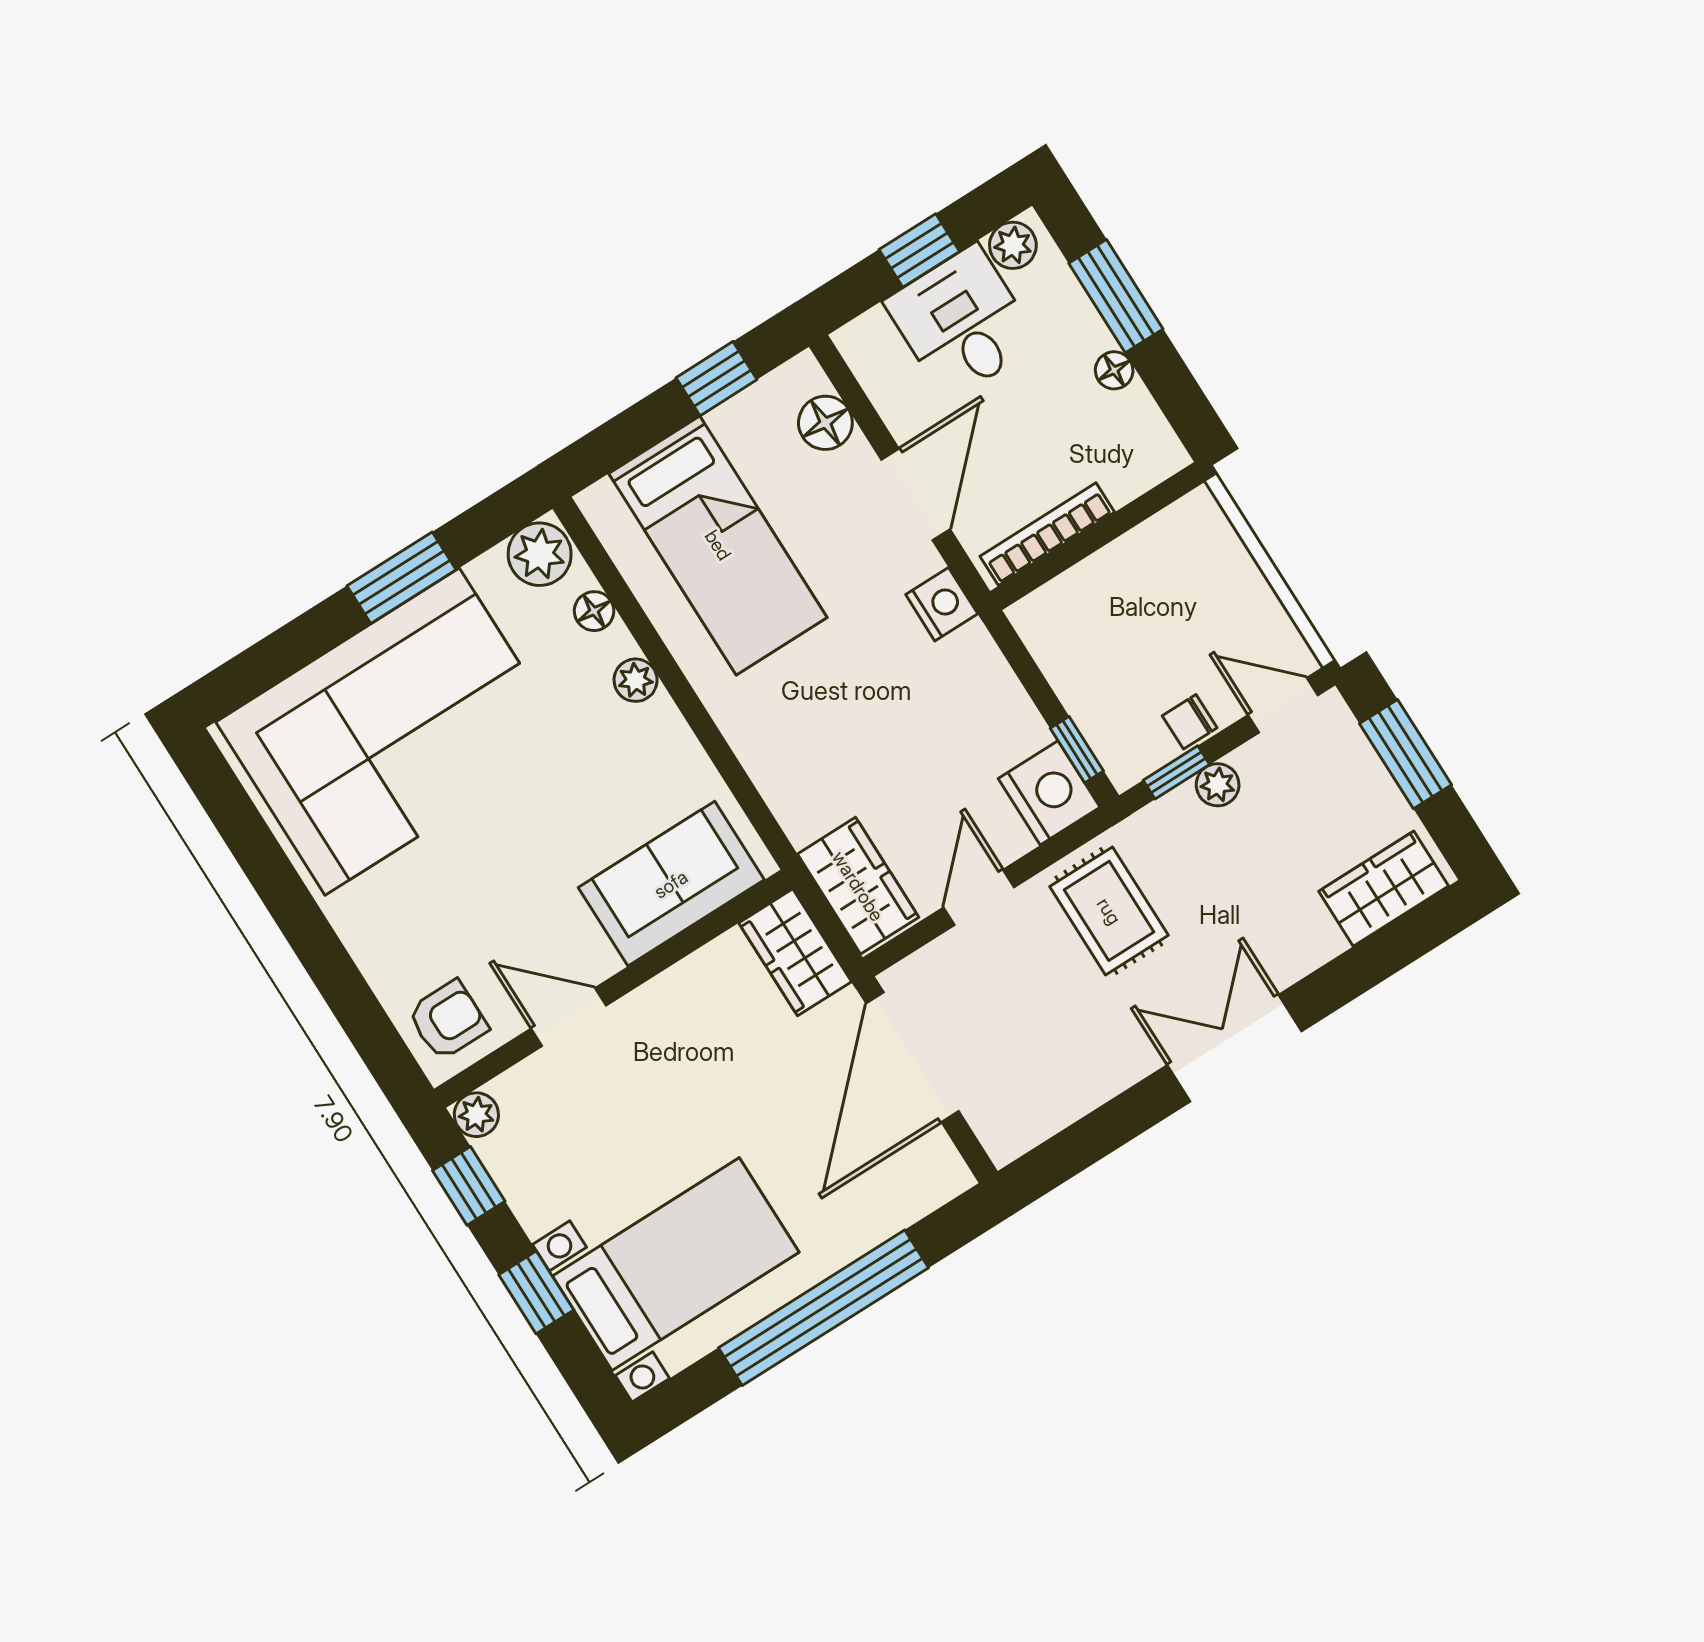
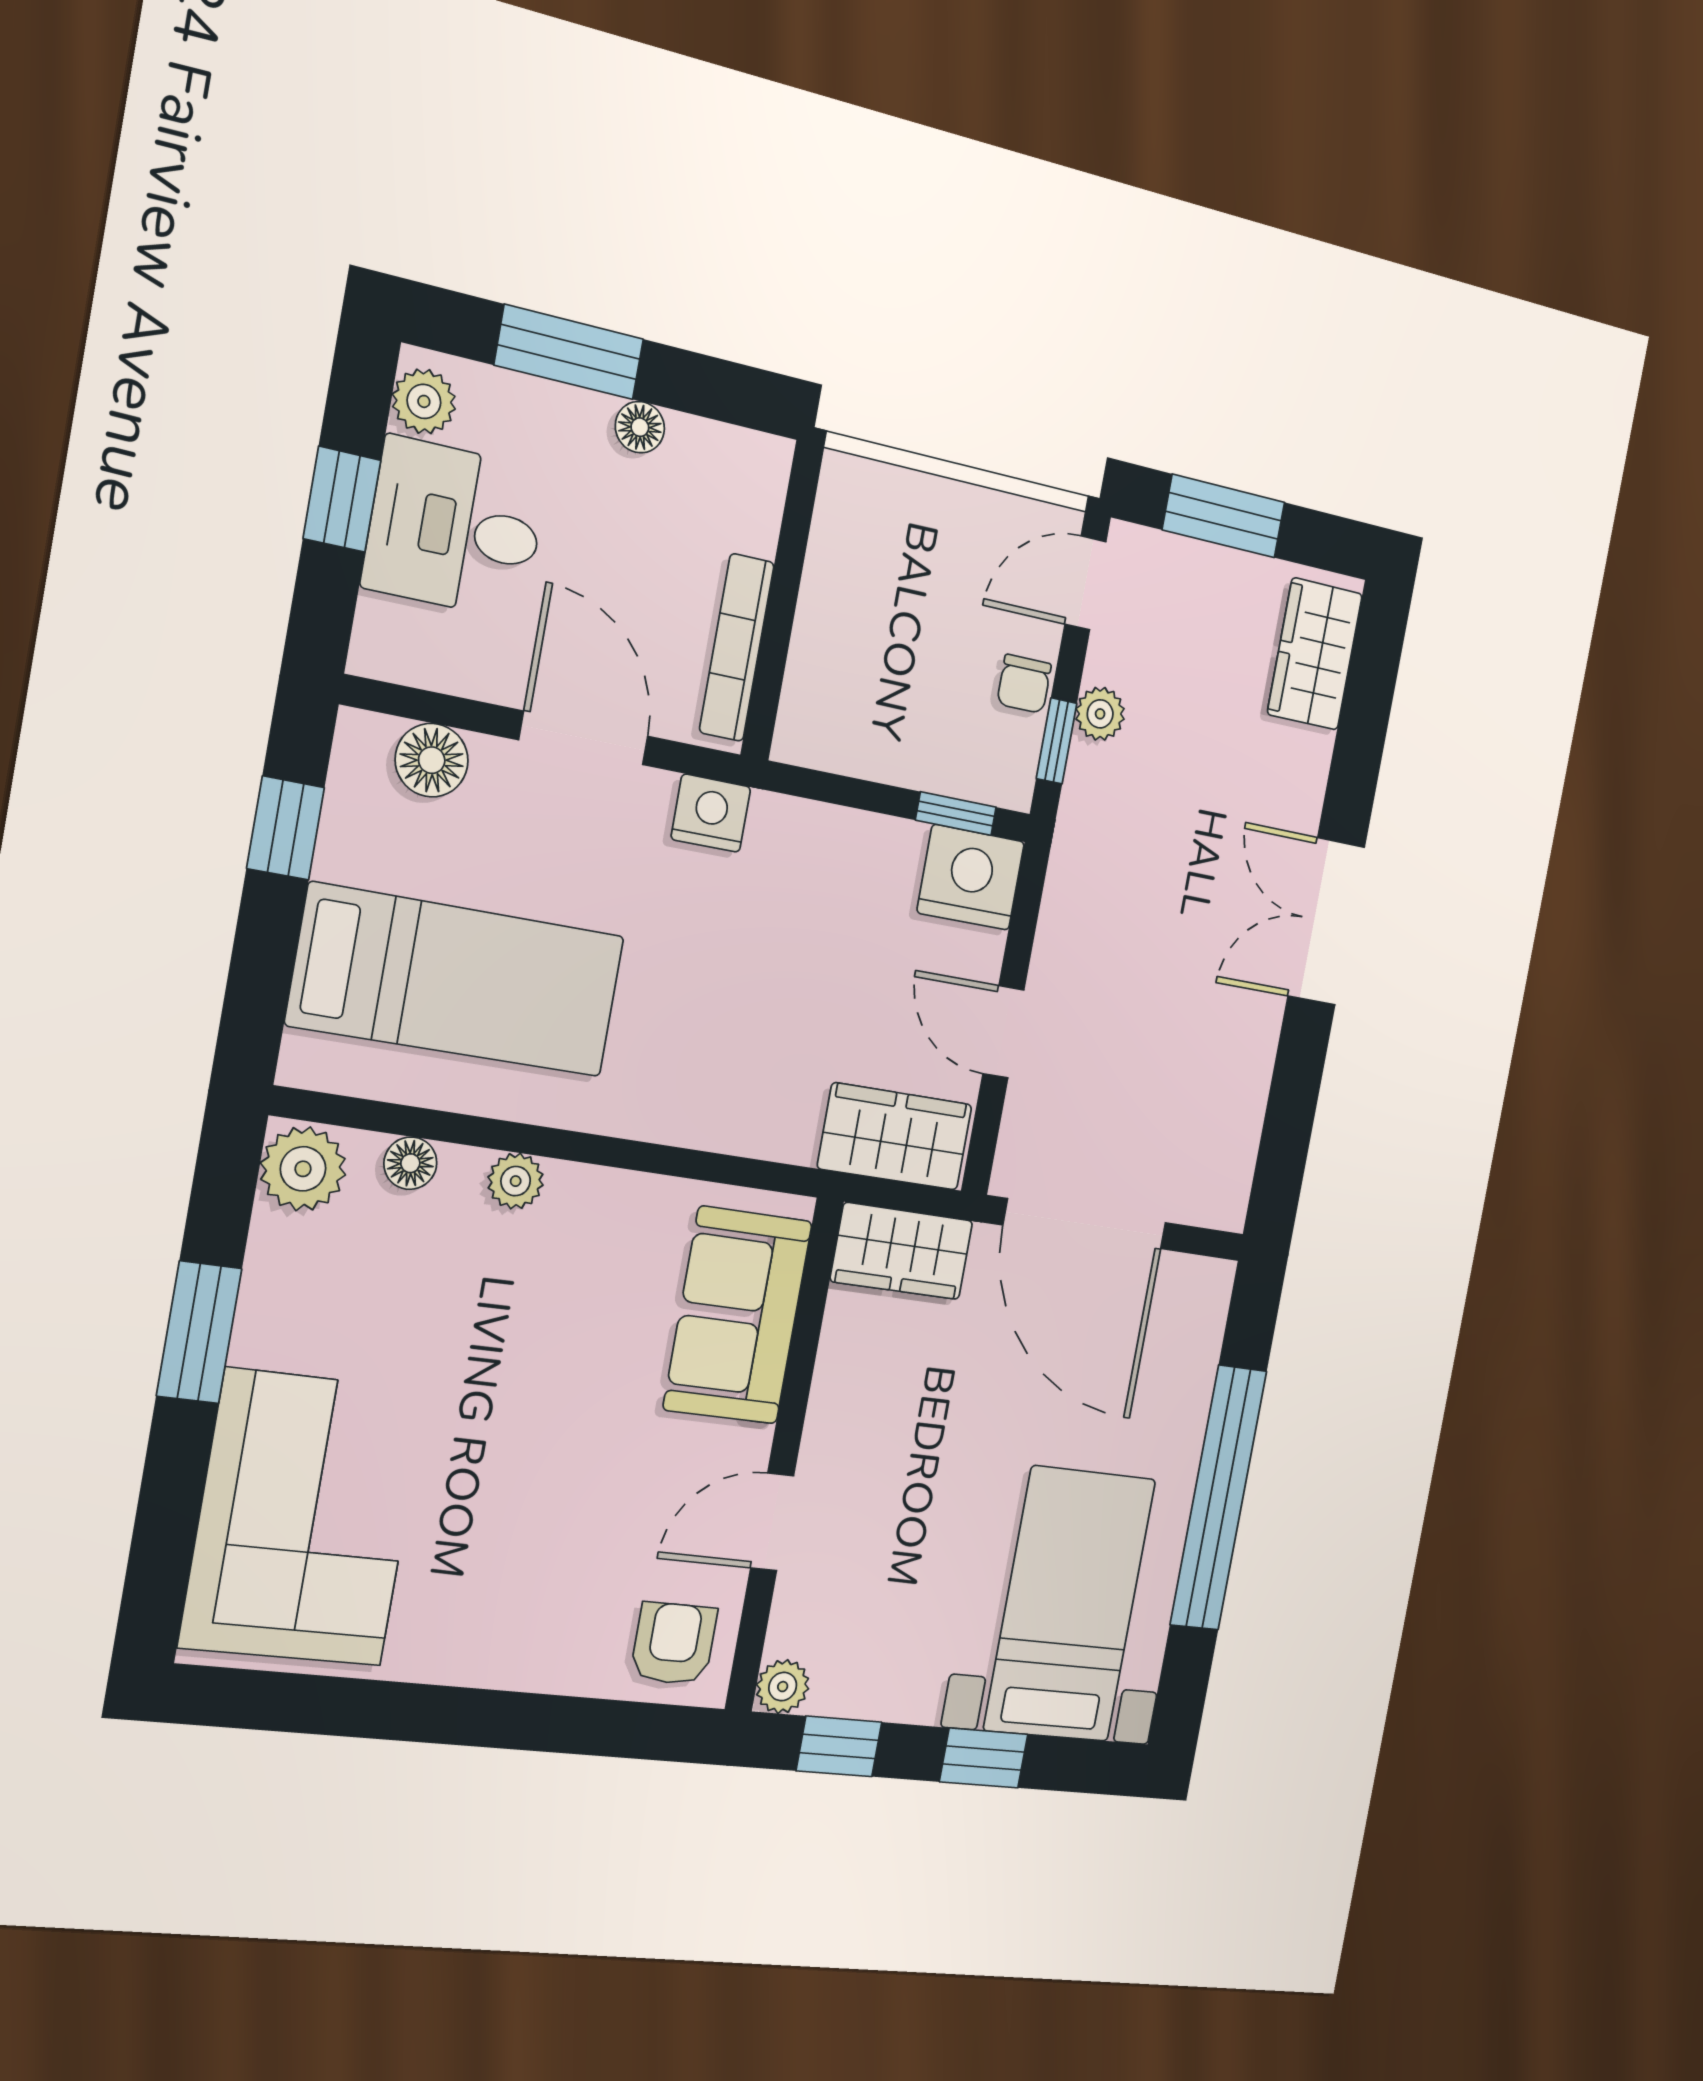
corner sofa: (392, 732) -> (304, 1518), width x0.73, depth x0.74
rug: (1109, 911) -> (1119, 922), removed

